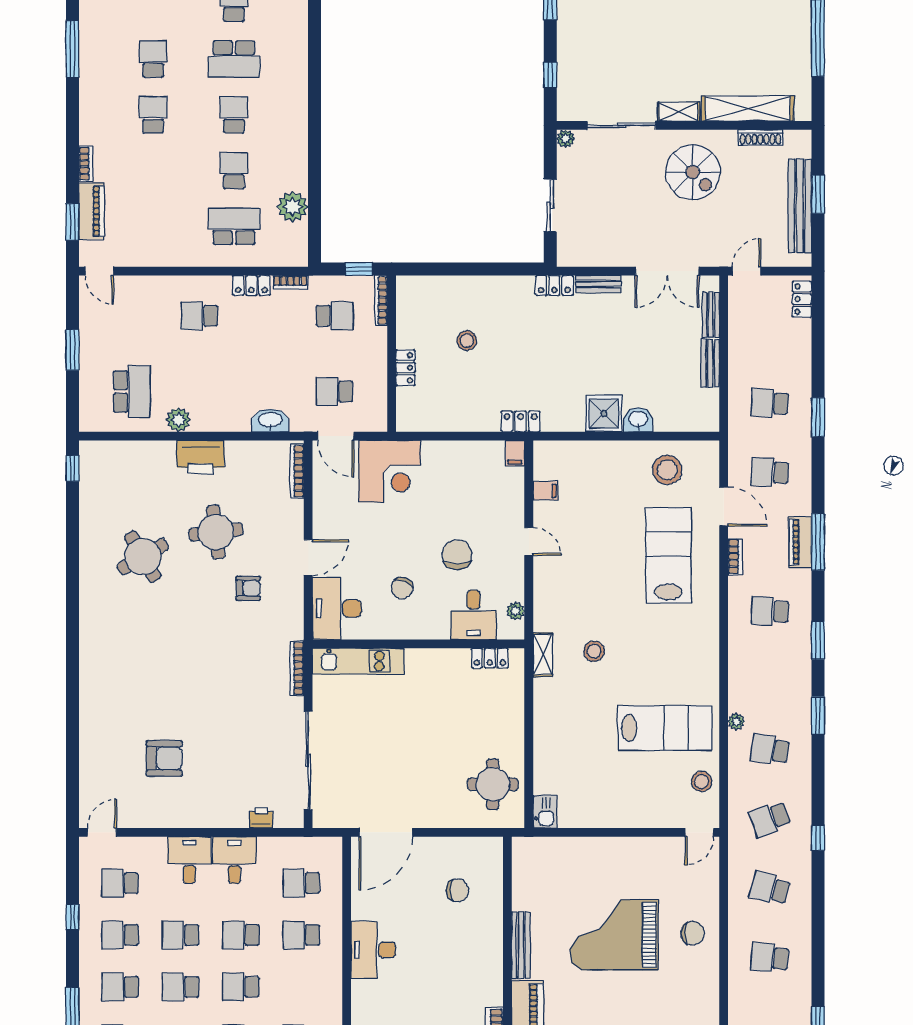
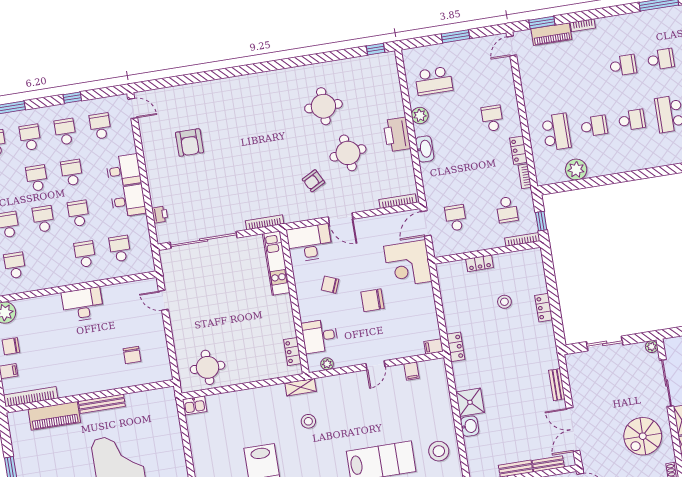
locker: (554, 285) -> (544, 308), moved
washbasin: (270, 420) -> (425, 149), moved
chair: (457, 555) -> (372, 300), moved, turned 180
round table: (143, 557) -> (323, 106), turned 30
armchair: (248, 588) -> (313, 181), turned 62
door: (386, 832) -> (163, 300), width x0.53

